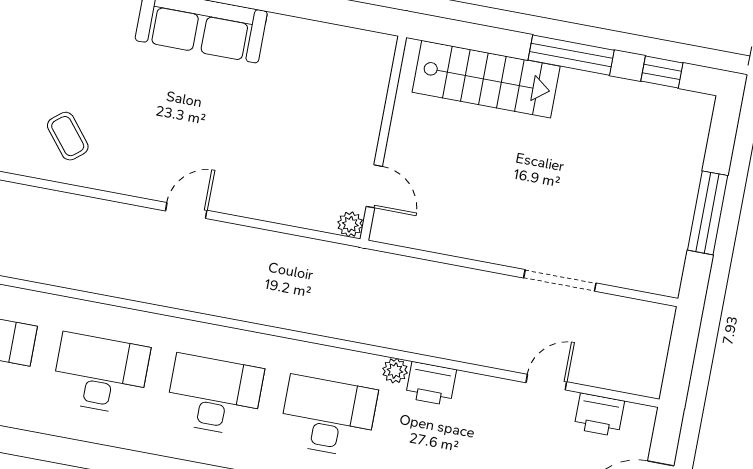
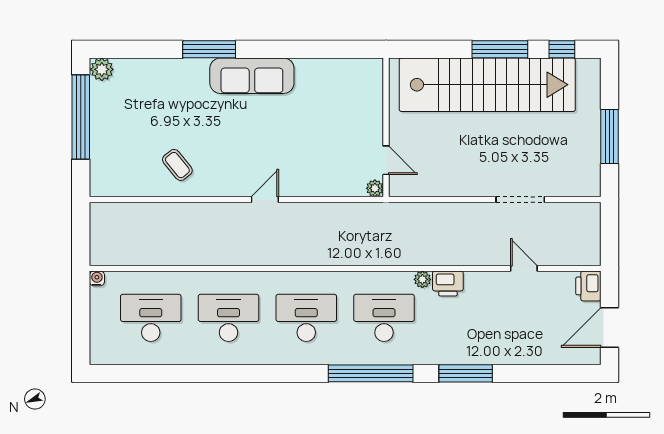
stairs: (486, 79) -> (487, 85), width x1.86, depth x1.51
door: (546, 382) -> (524, 268), hinge flipped
printer: (599, 415) -> (588, 286), moved, turned 90

